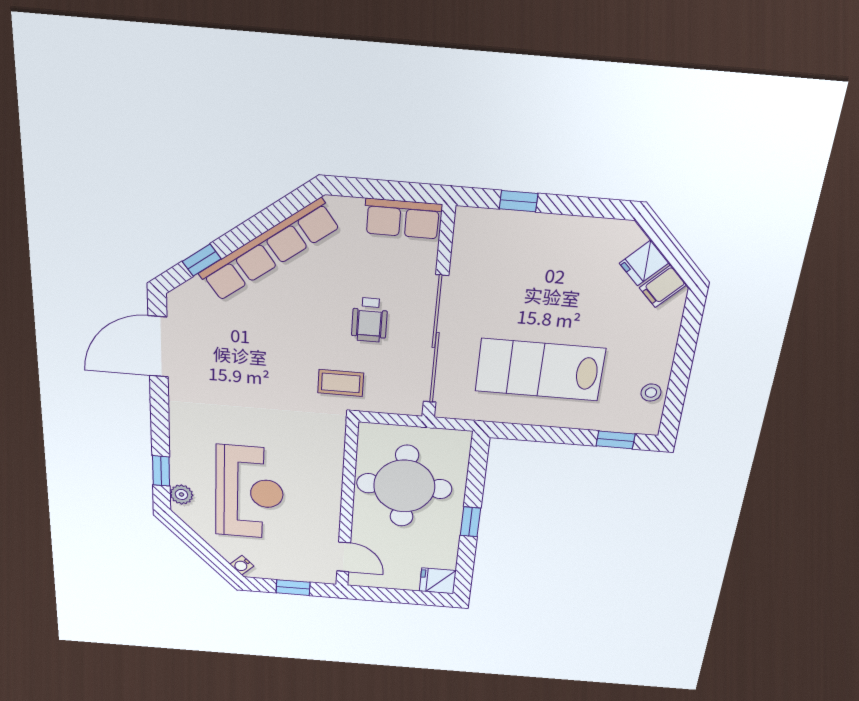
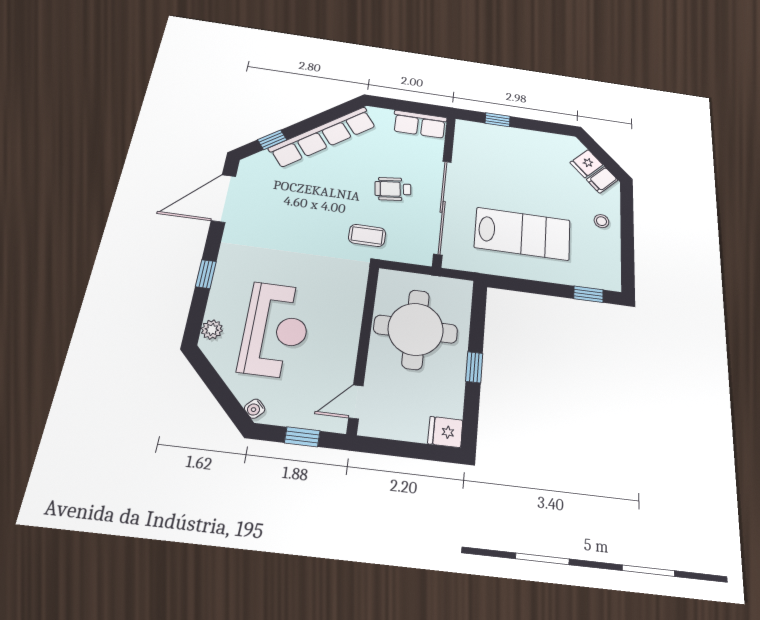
wheelchair: (370, 320) -> (393, 189), turned 83
lab bench: (540, 370) -> (523, 234), turned 180
stool: (651, 393) -> (601, 221), moved
window: (161, 471) -> (206, 274), moved
door: (344, 557) -> (356, 402), swing flipped

